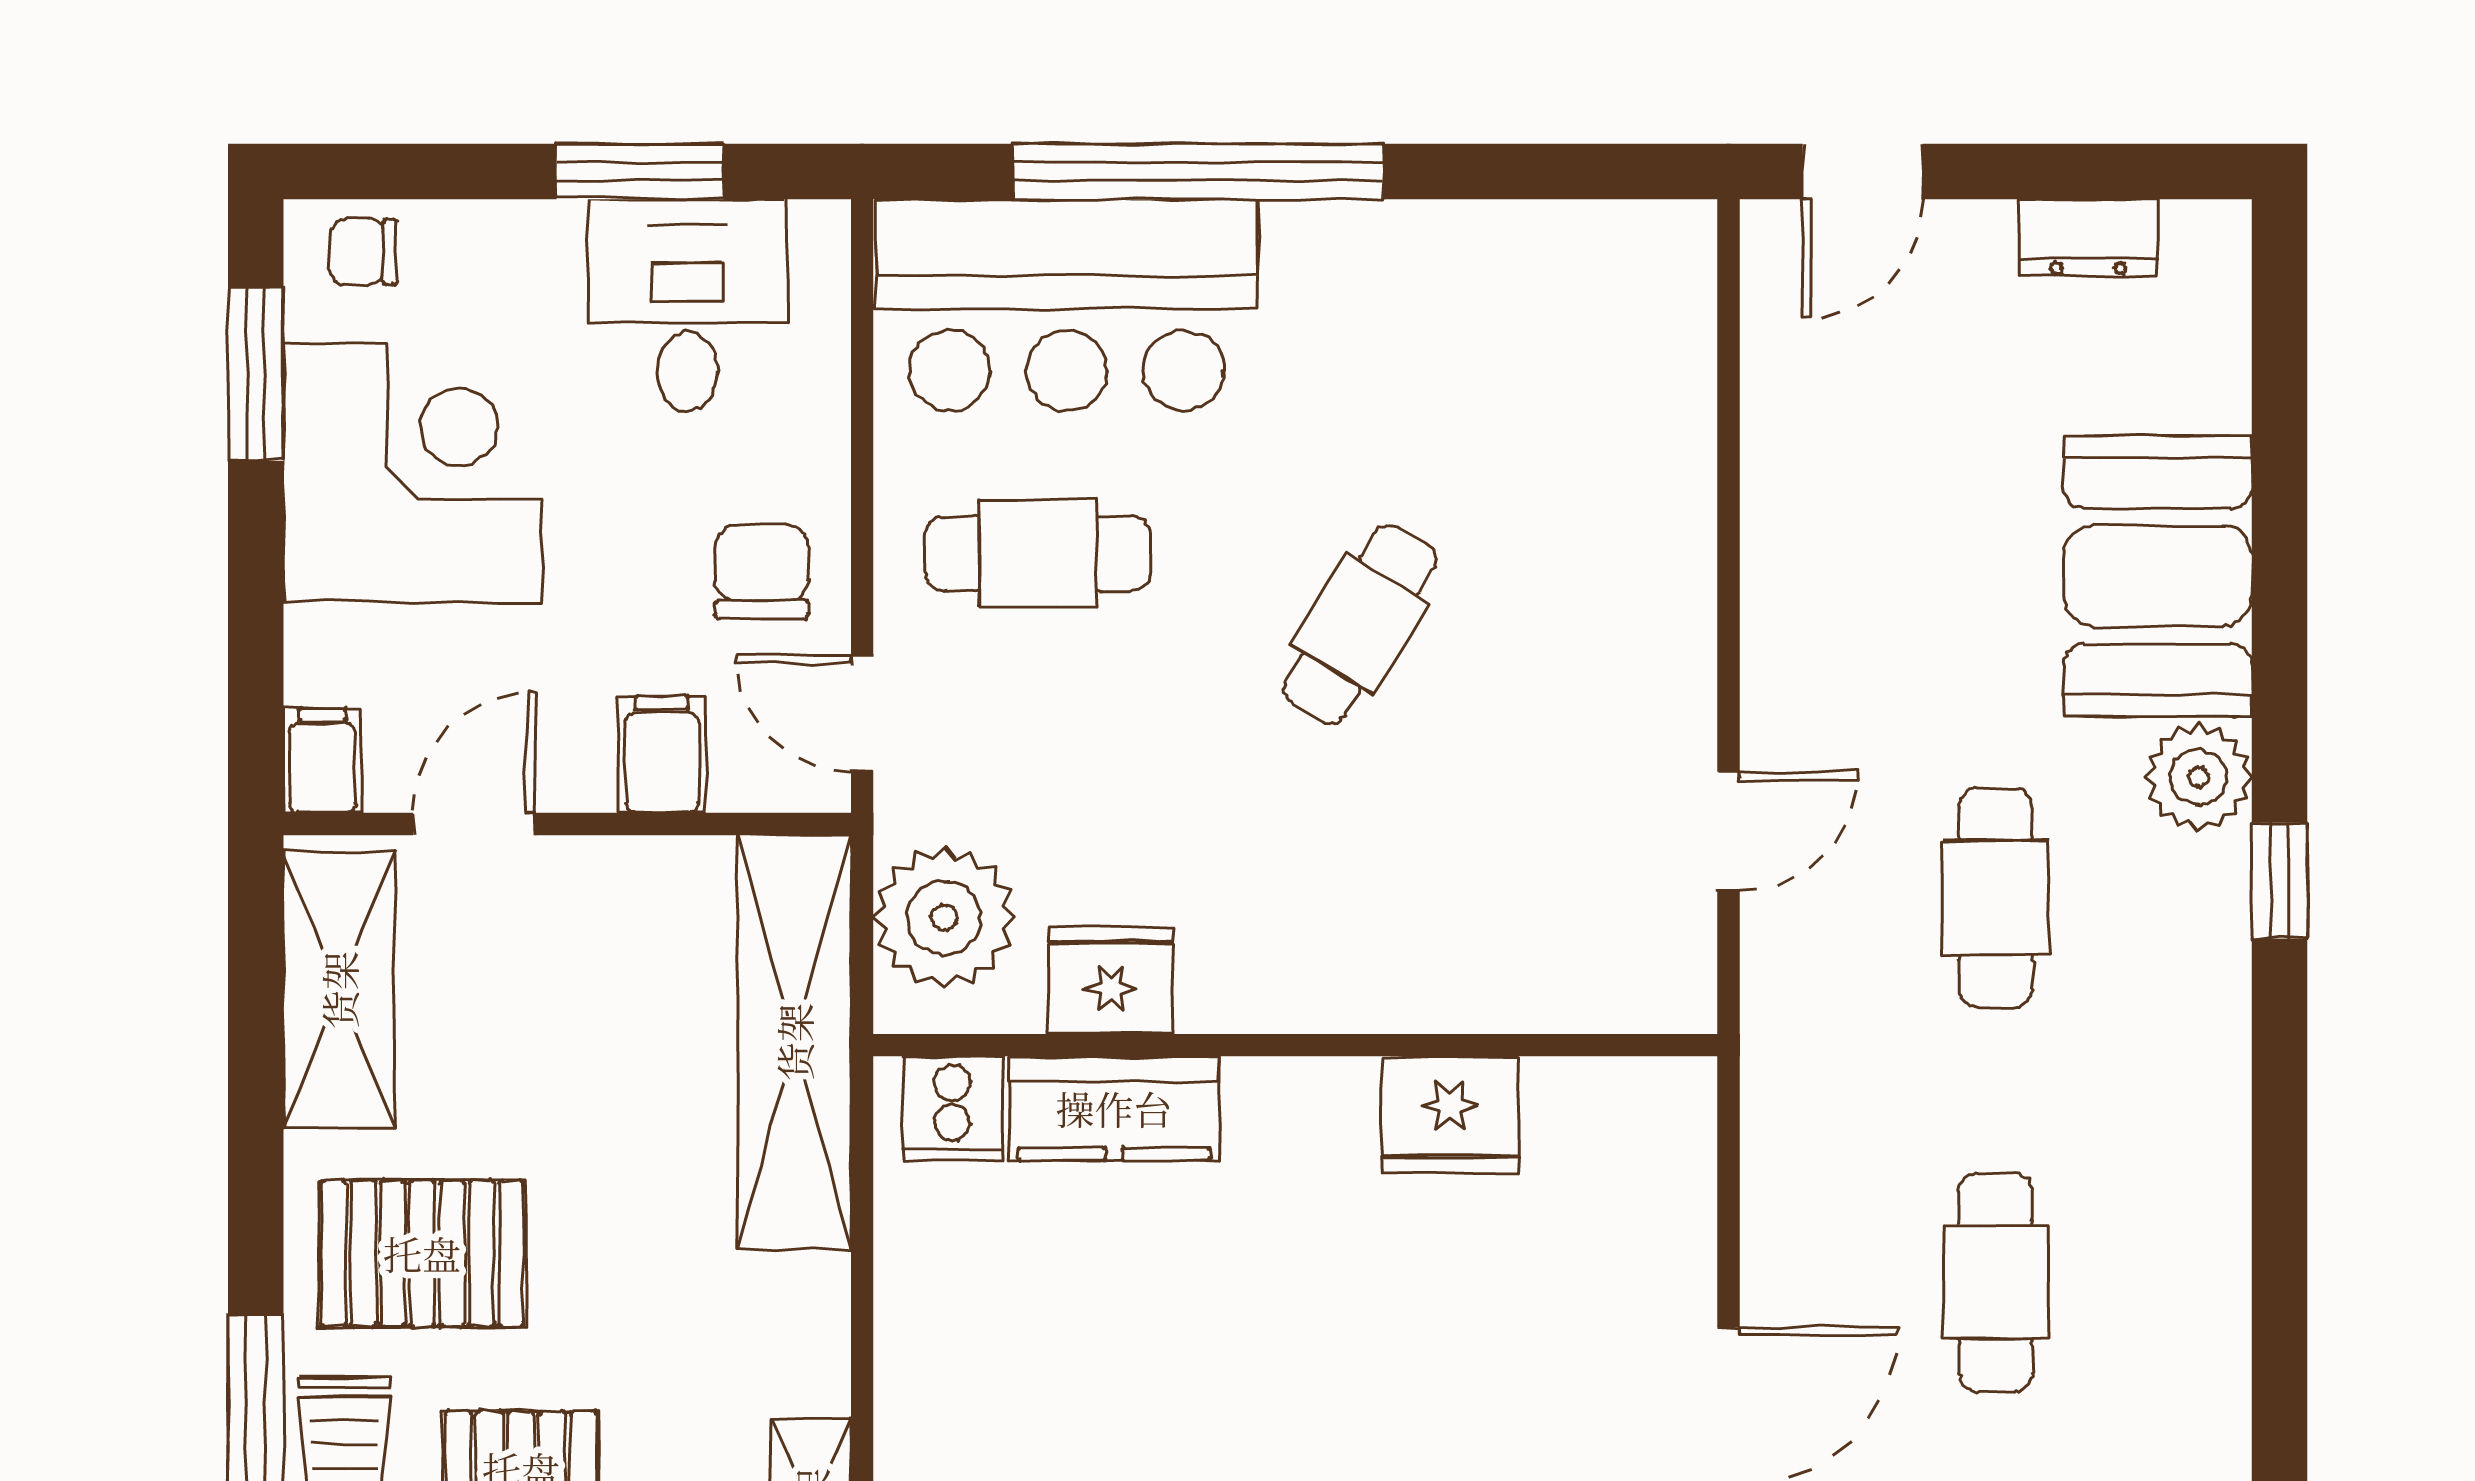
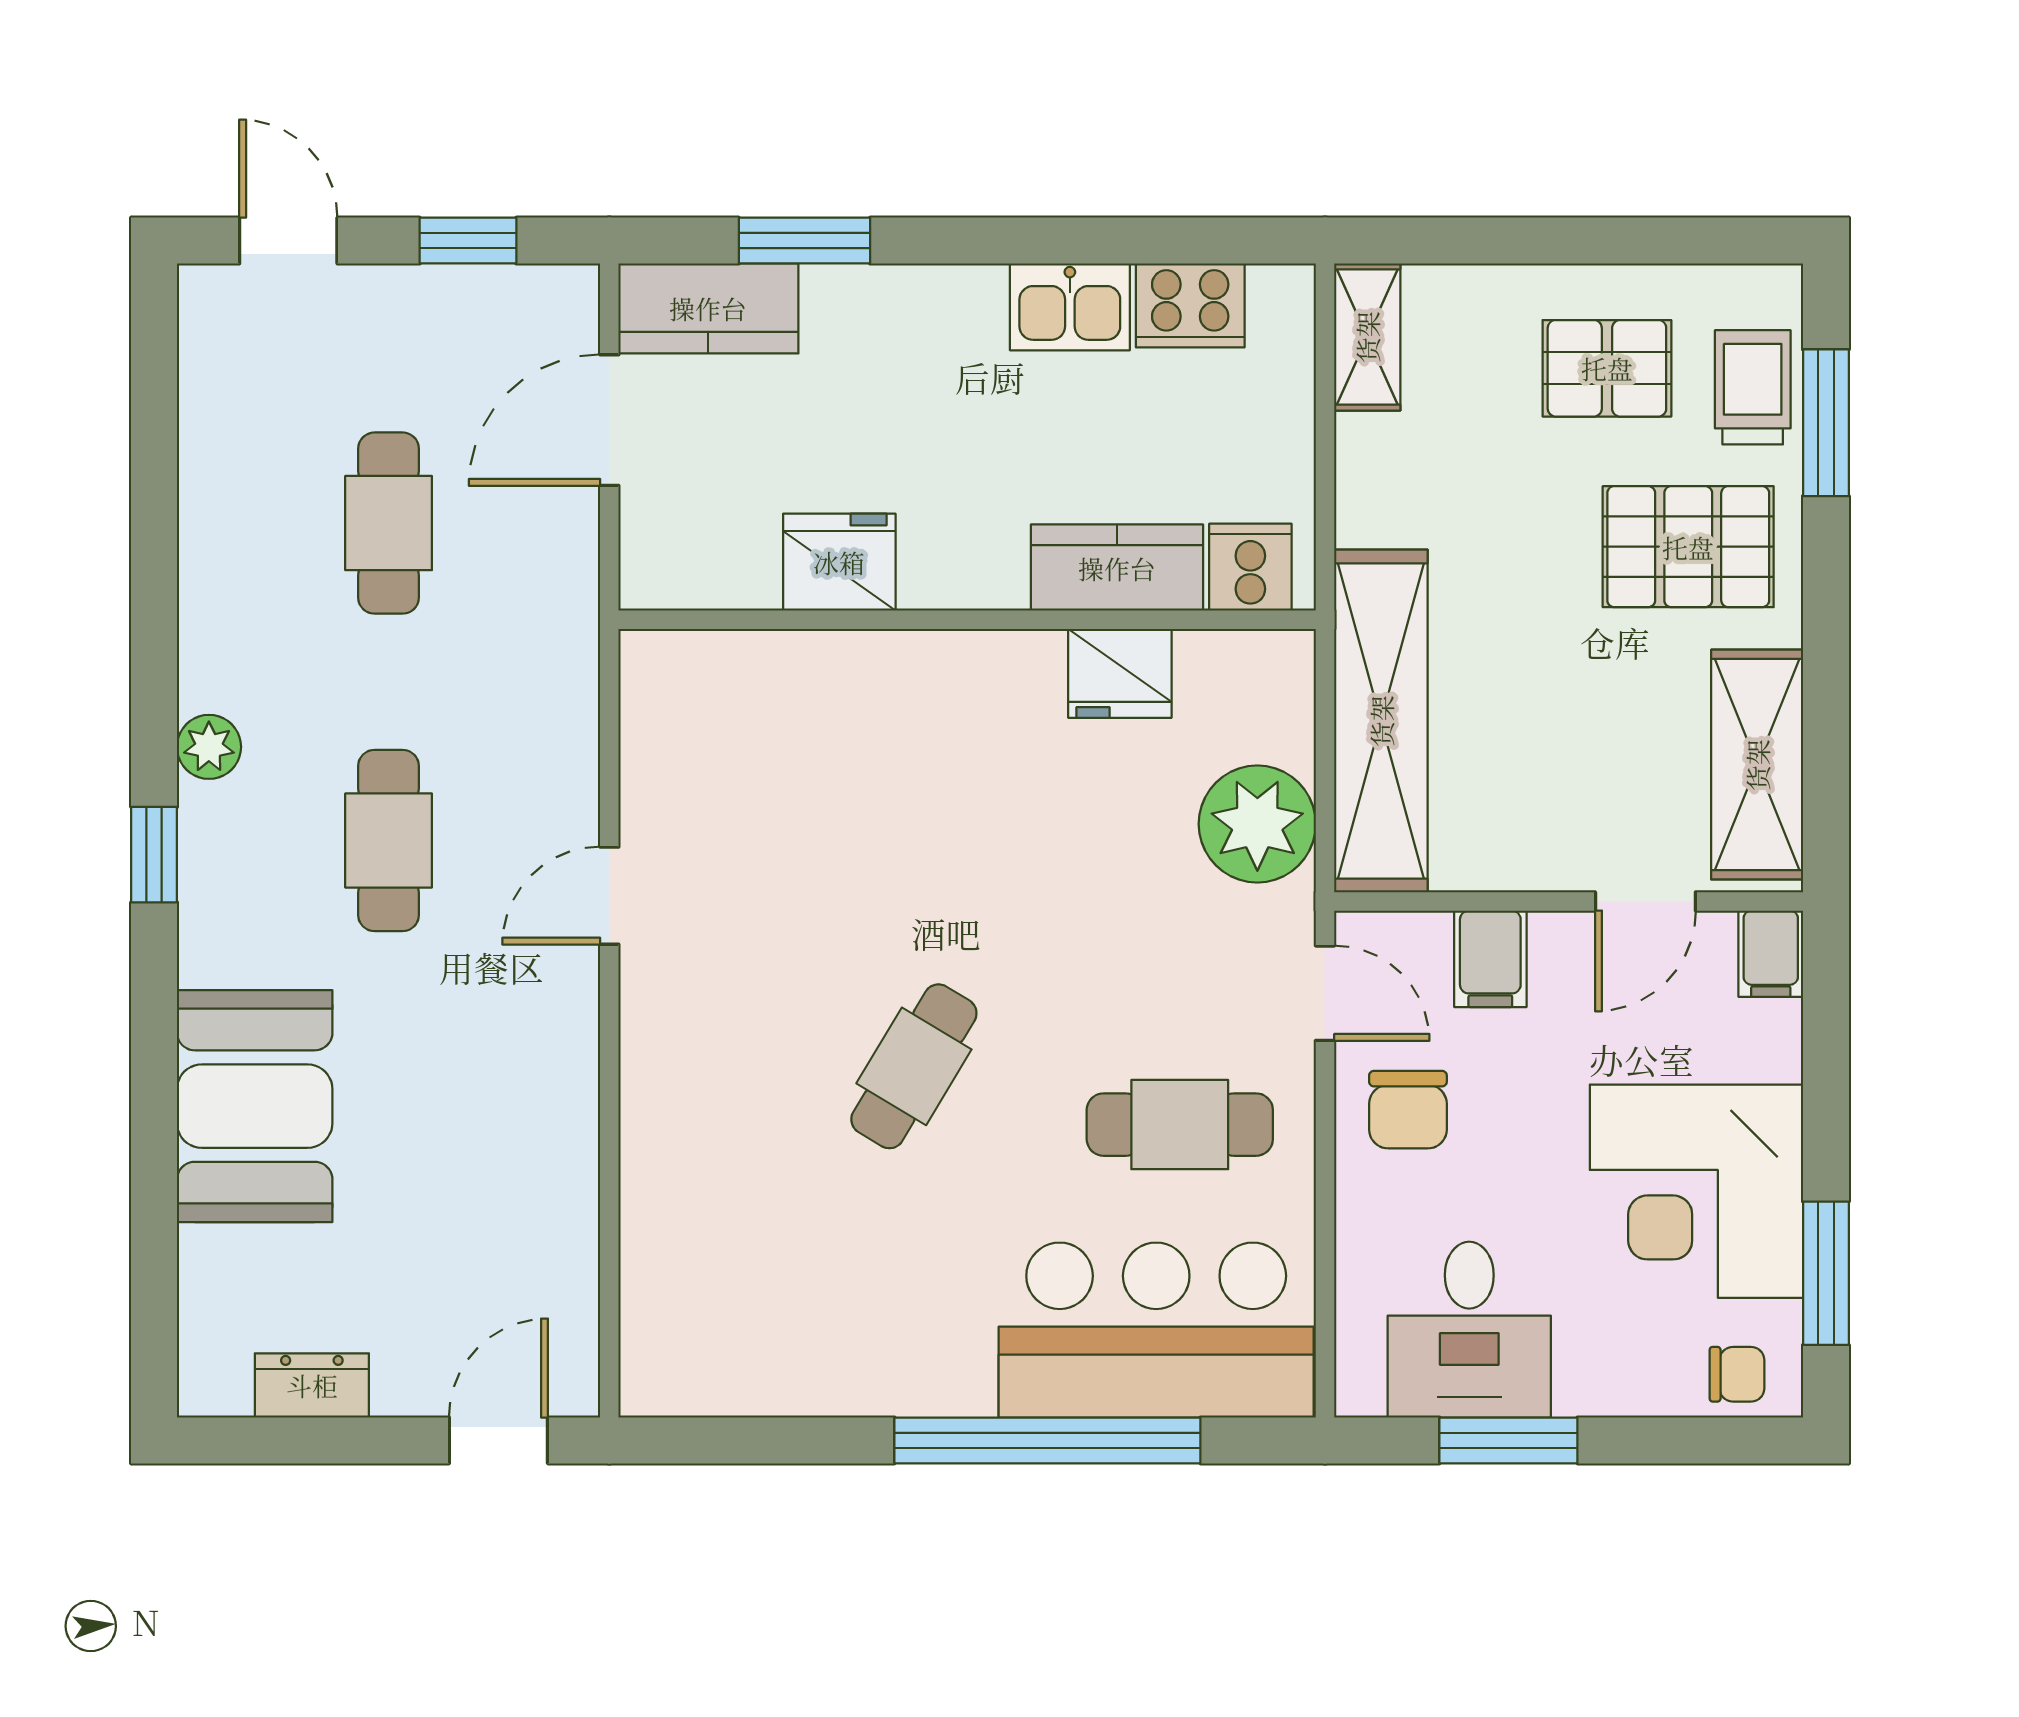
plant: (2199, 777) -> (209, 747), moved, width x0.73, depth x0.73
fridge: (1110, 980) -> (1120, 673), moved
wall: (1295, 1045) -> (967, 620), moved
kitchen counter: (1114, 1108) -> (1117, 568), moved
cooker: (952, 1109) -> (1250, 567), moved
fridge: (1450, 1115) -> (839, 562), moved

